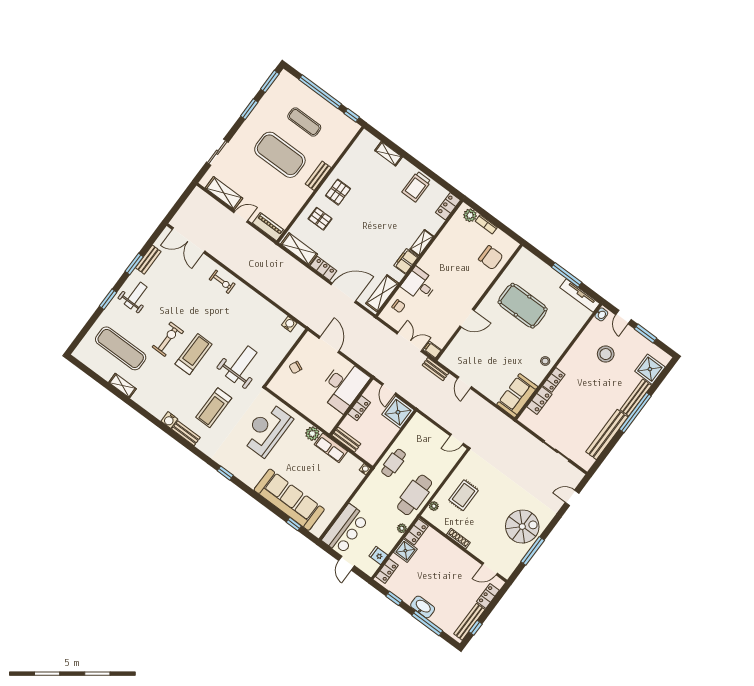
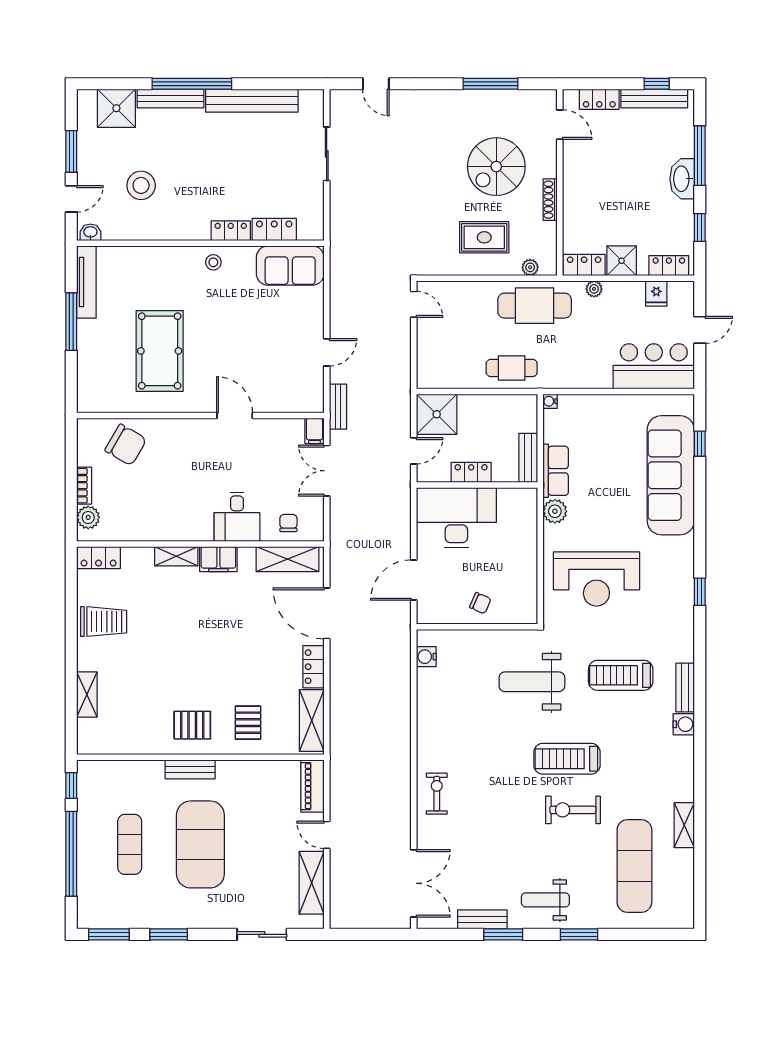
chair: (491, 258) -> (126, 445), turned 120
treadmill: (214, 408) -> (621, 675), turned 180
spiral stairs: (522, 527) -> (496, 167), moved, turned -90

